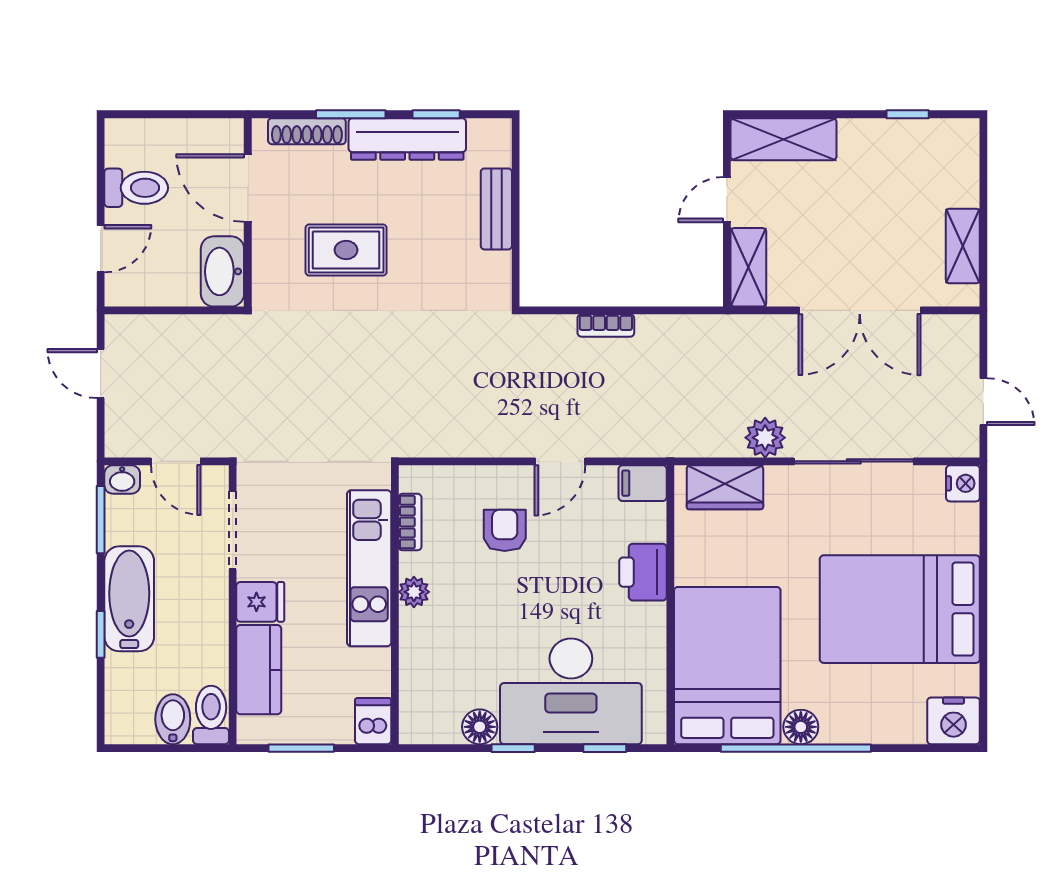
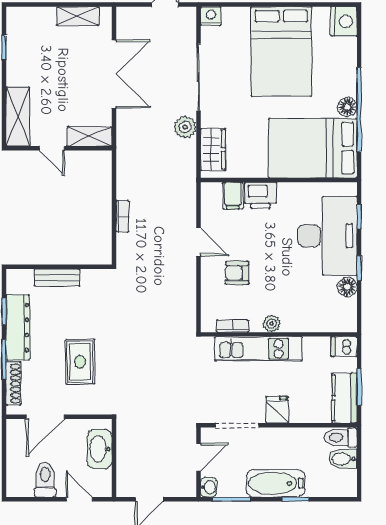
washbasin: (222, 271) -> (100, 449), moved, turned 90
filing cabinet: (643, 483) -> (233, 196), moved
kitchen counter: (259, 670) -> (344, 398), moved, turned -90

